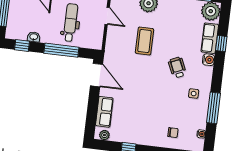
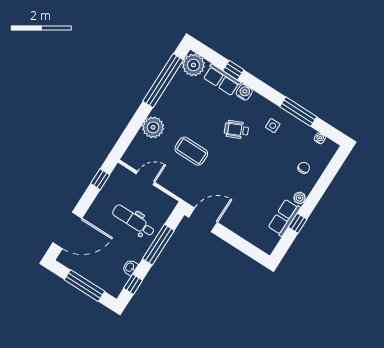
row of seats: (104, 112) -> (284, 218), moved, turned -90
plant: (104, 135) -> (300, 198), moved

